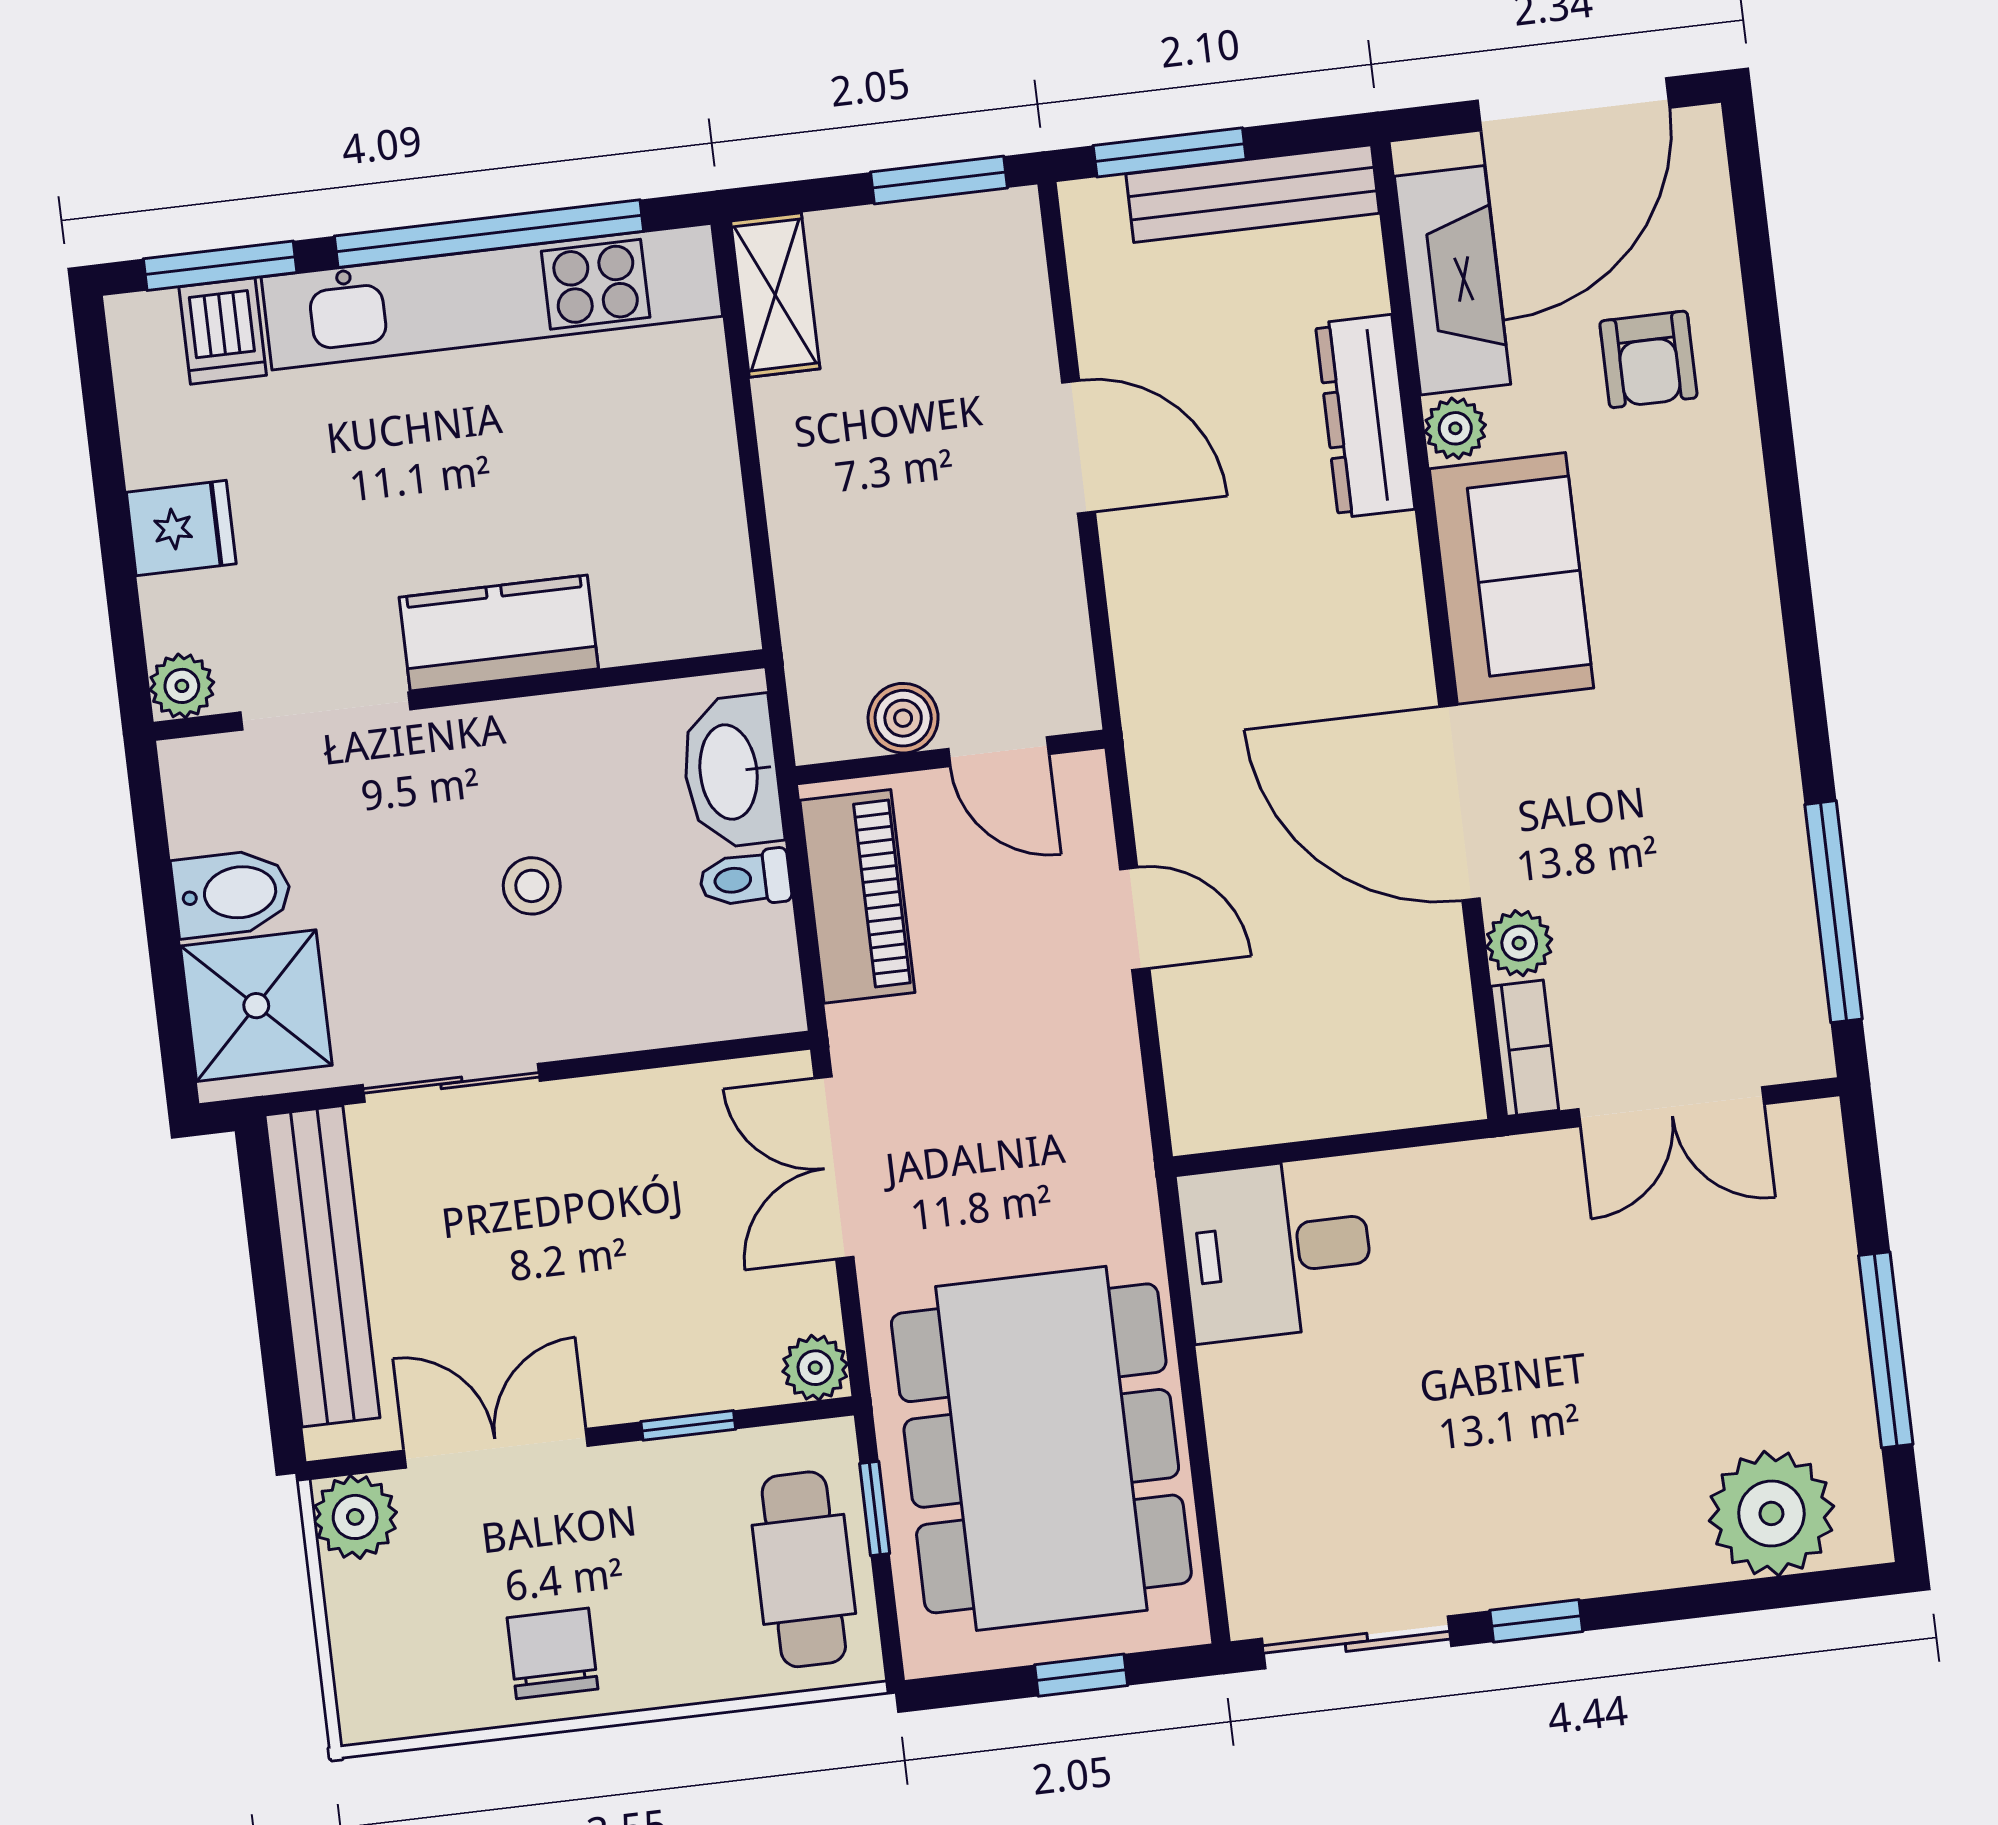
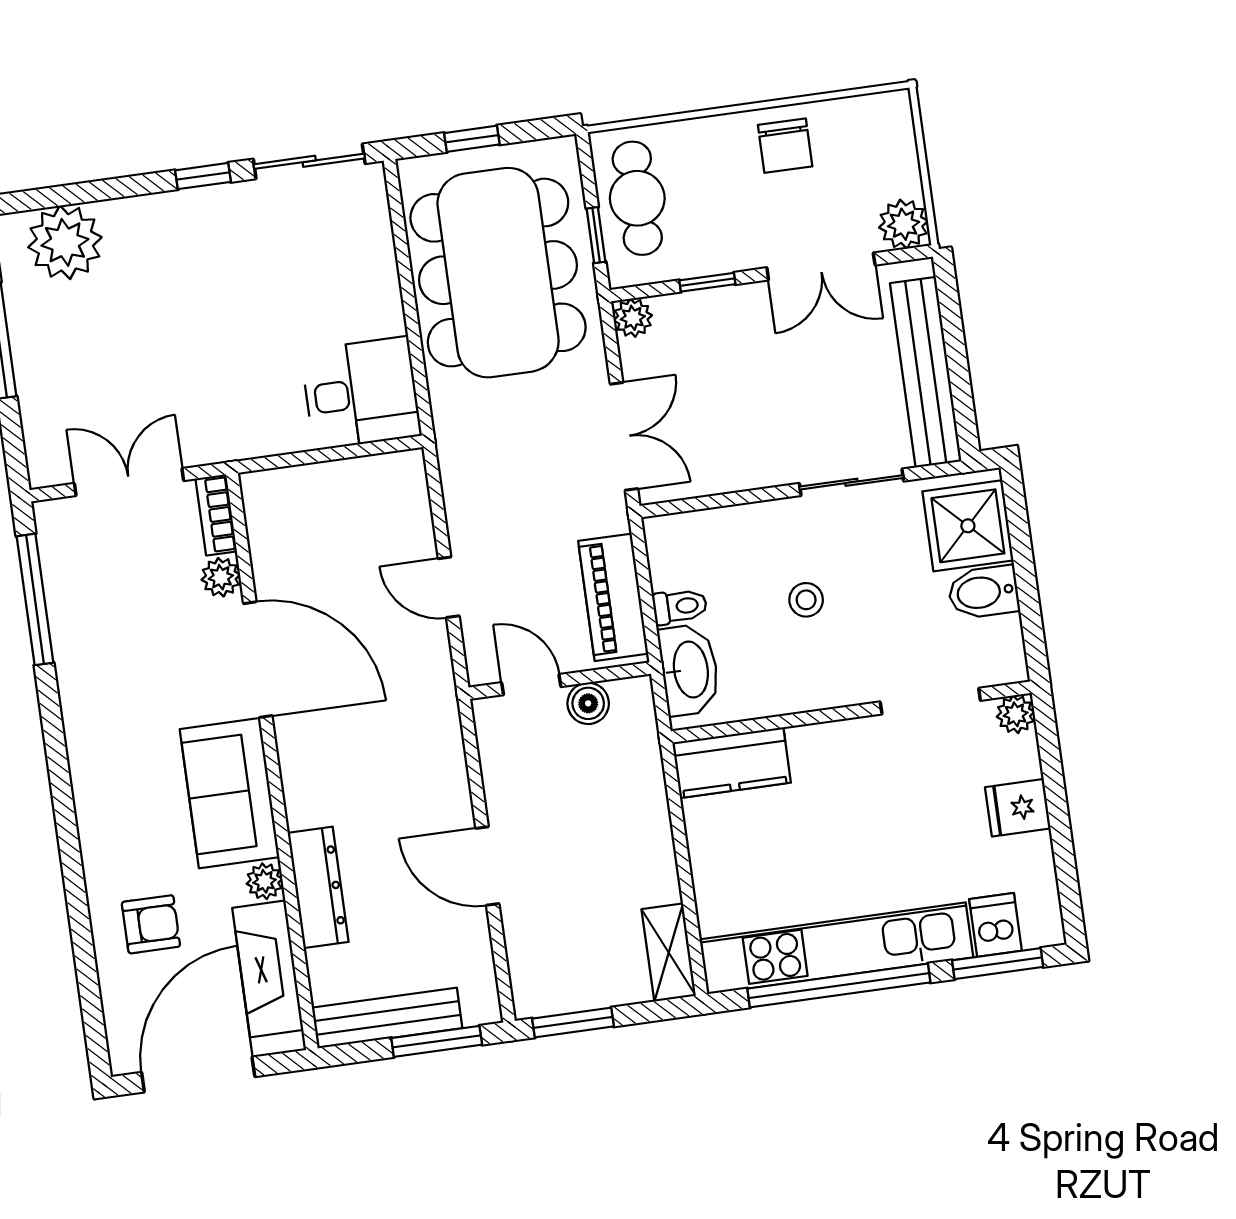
armchair: (1648, 359) -> (151, 924), turned 90
kitchen counter: (499, 633) -> (732, 763), moved

